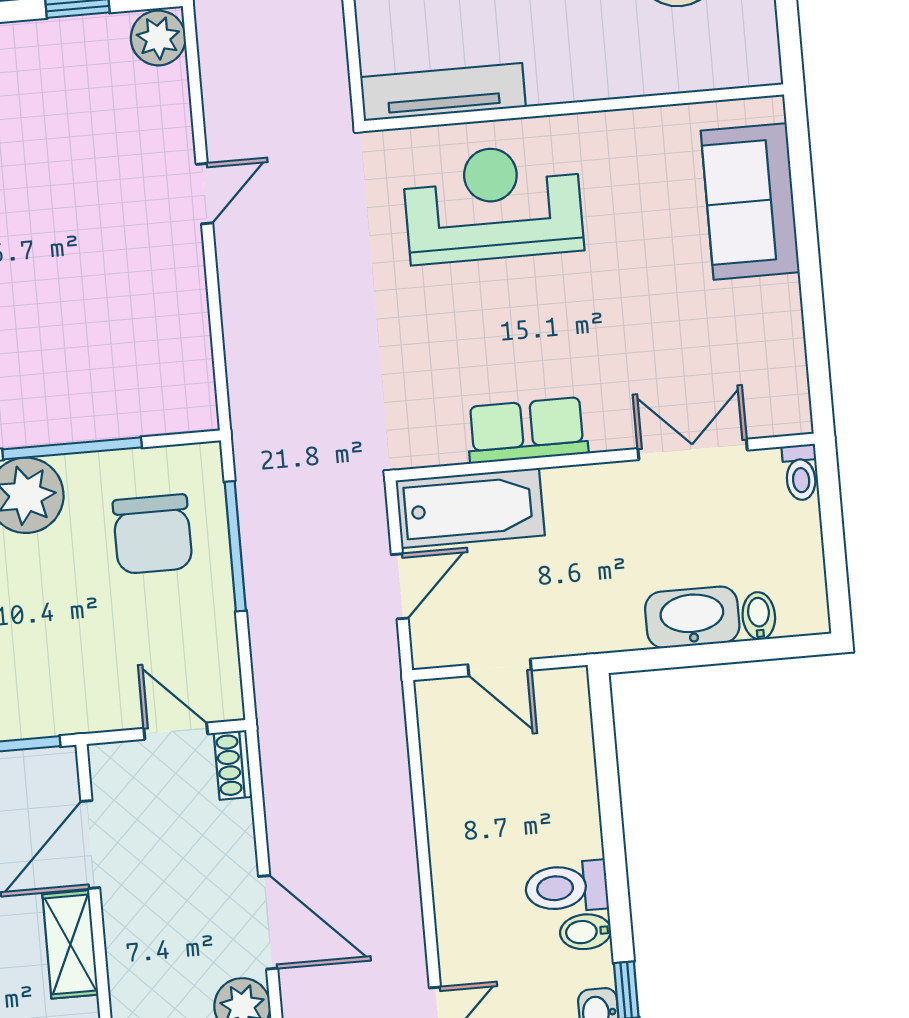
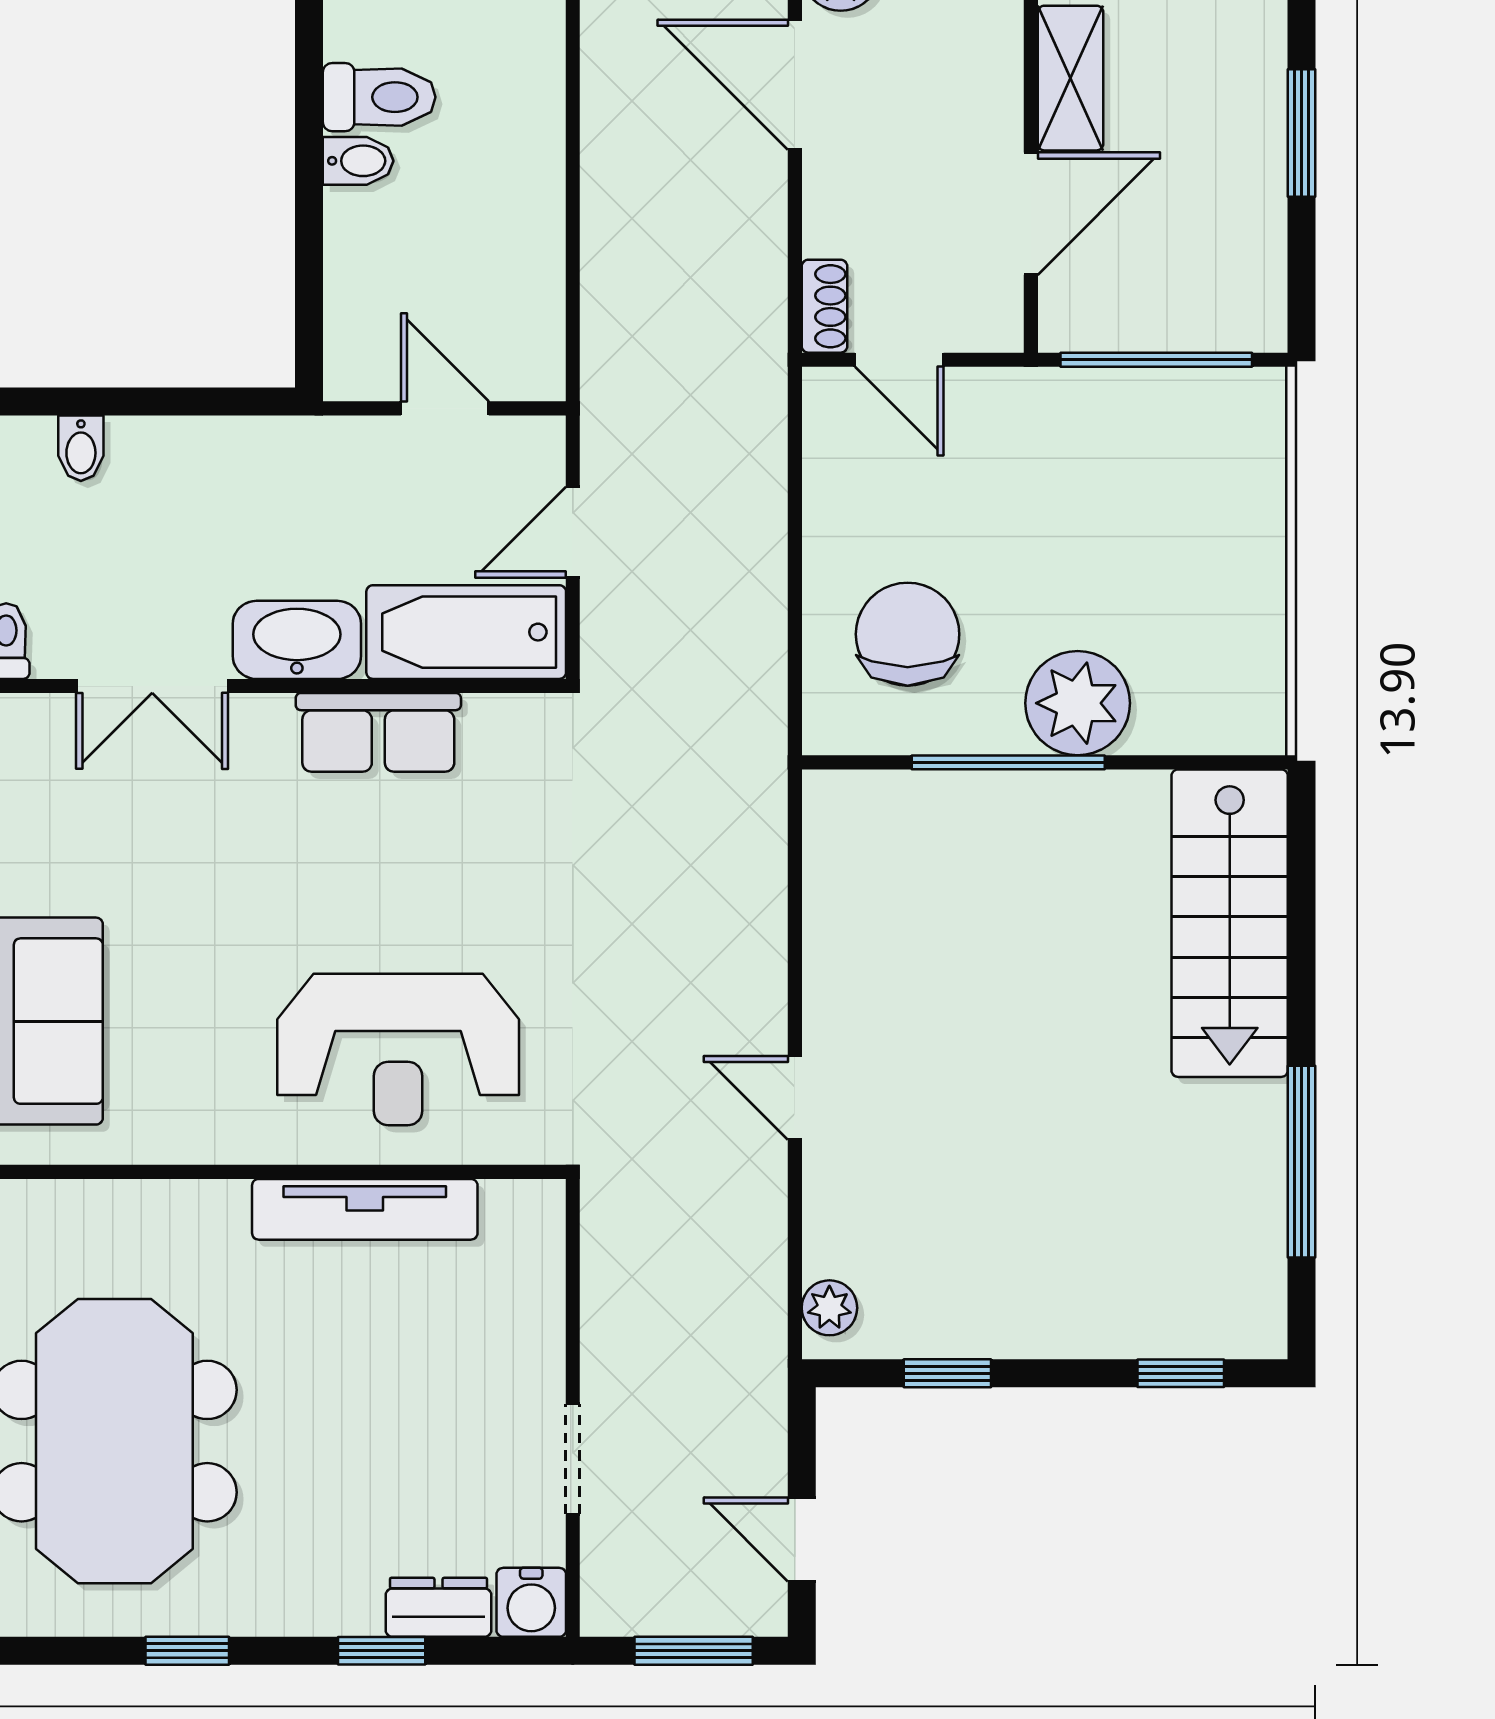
plant: (158, 38) -> (829, 1308), width x0.73, depth x0.73
tv unit: (443, 92) -> (365, 1209), moved
door: (204, 194) -> (795, 1098), hinge flipped
window: (235, 546) -> (795, 608), removed
washbasin: (692, 617) -> (297, 640), moved, turned 180
bidet: (585, 932) -> (358, 161), moved

